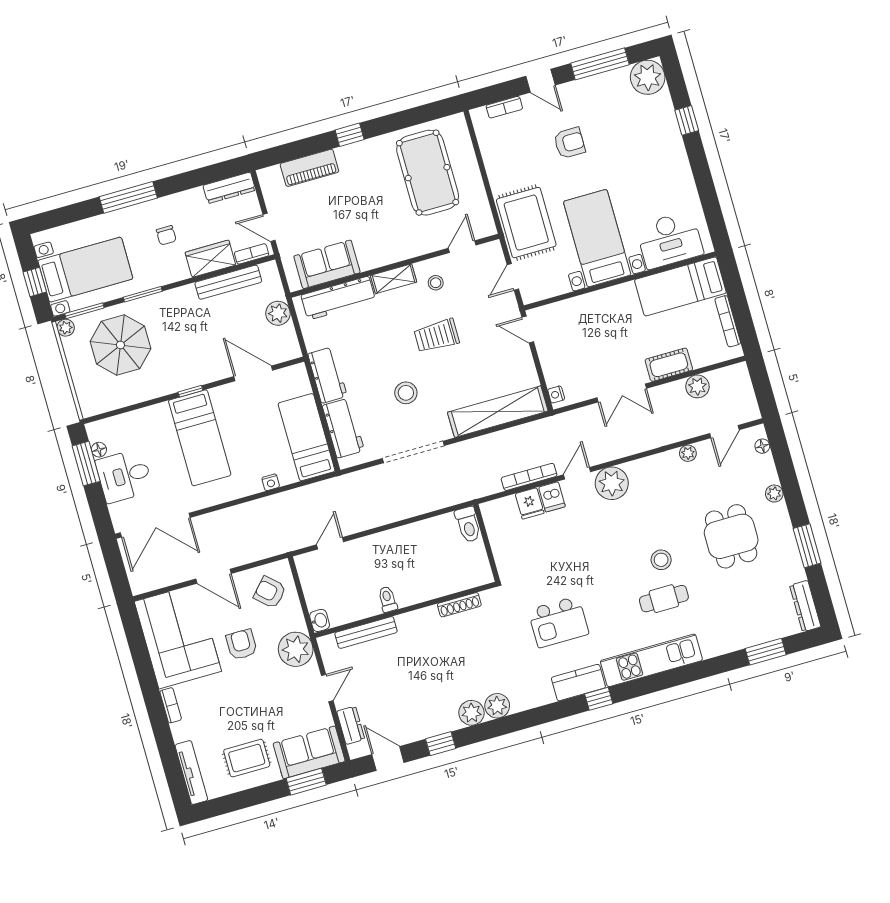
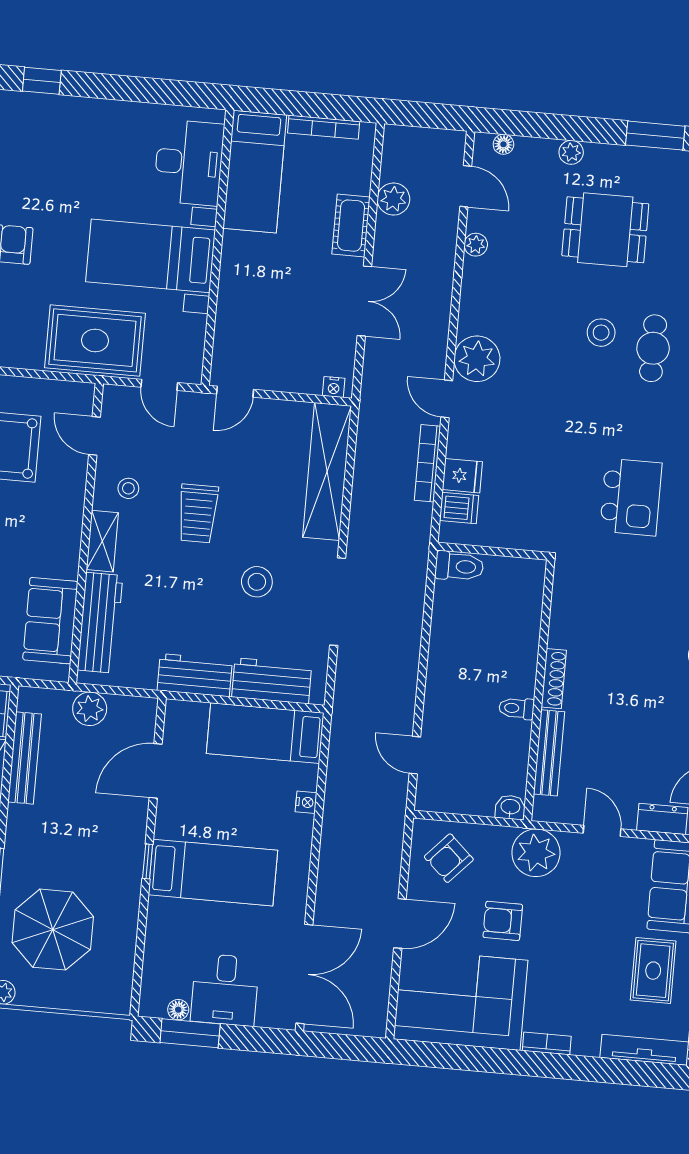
dishwasher: (552, 497) -> (459, 508), moved
shoe rack: (459, 605) -> (554, 679), moved

